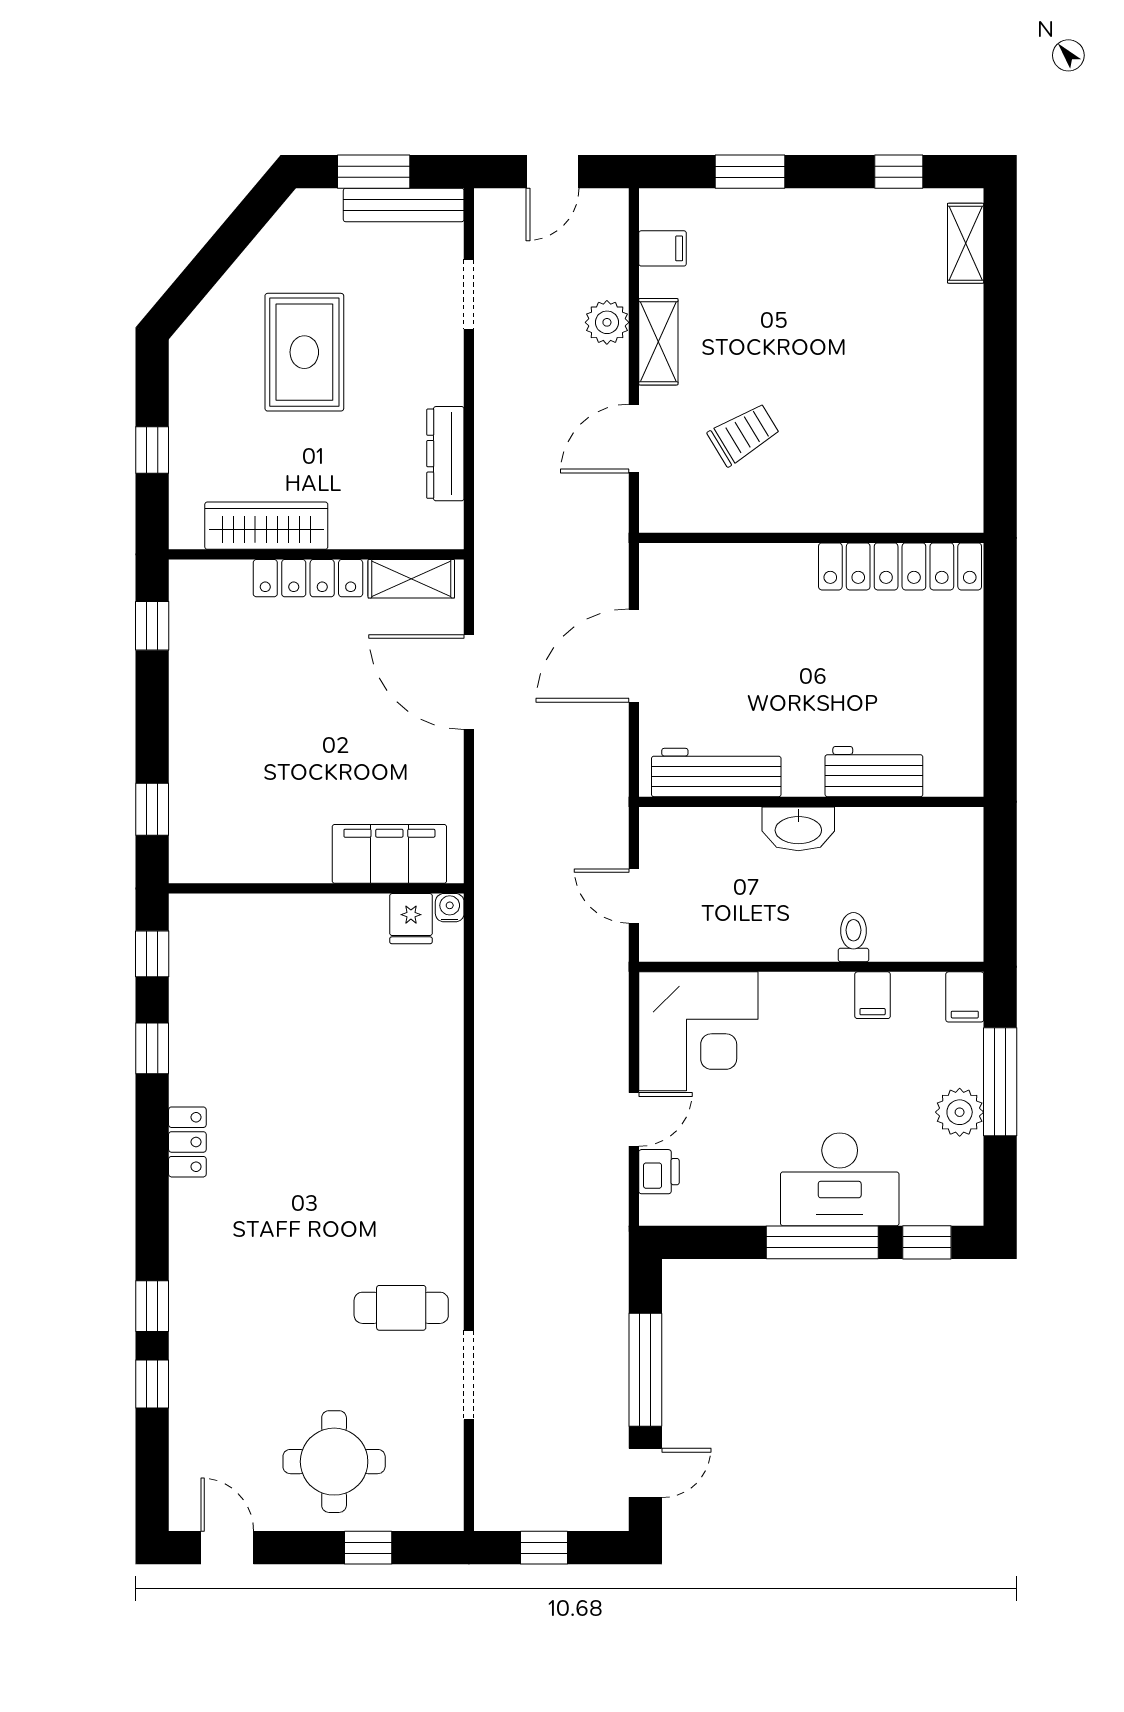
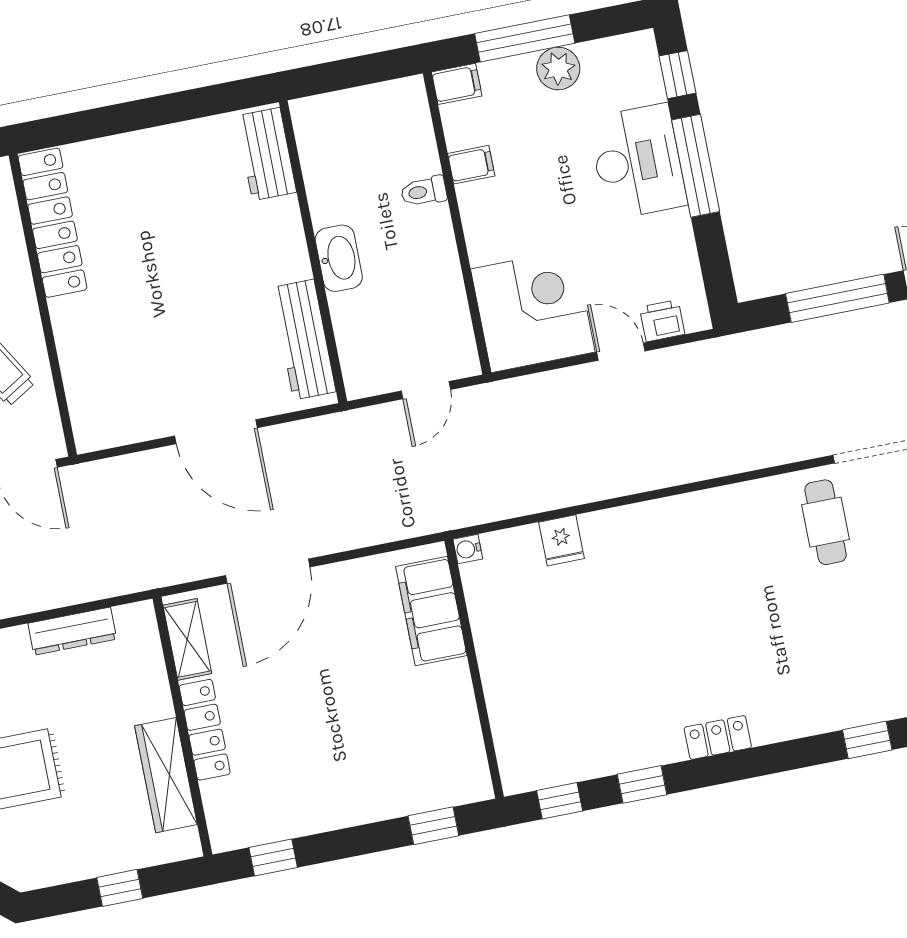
wall: (811, 538) -> (43, 305), moved
locker: (900, 566) -> (53, 223), moved
workbench: (874, 772) -> (266, 154), moved
fridge: (411, 919) -> (562, 540), moved, turned 90

